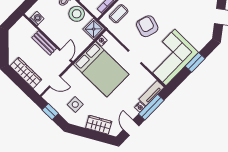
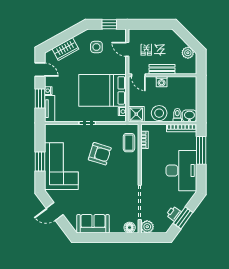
washing machine: (37, 19) -> (162, 82), moved
plant: (14, 37) -> (188, 53), added
corner sofa: (170, 57) -> (61, 166), moved
wardrobe: (26, 73) -> (154, 35), removed
door: (55, 81) -> (127, 49), hinge flipped
window: (151, 107) -> (40, 99), width x0.69

